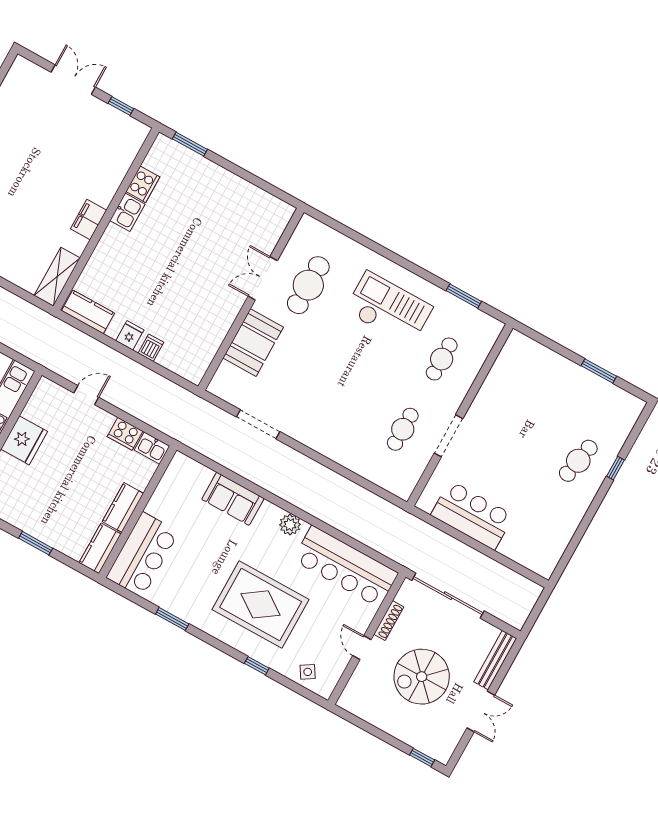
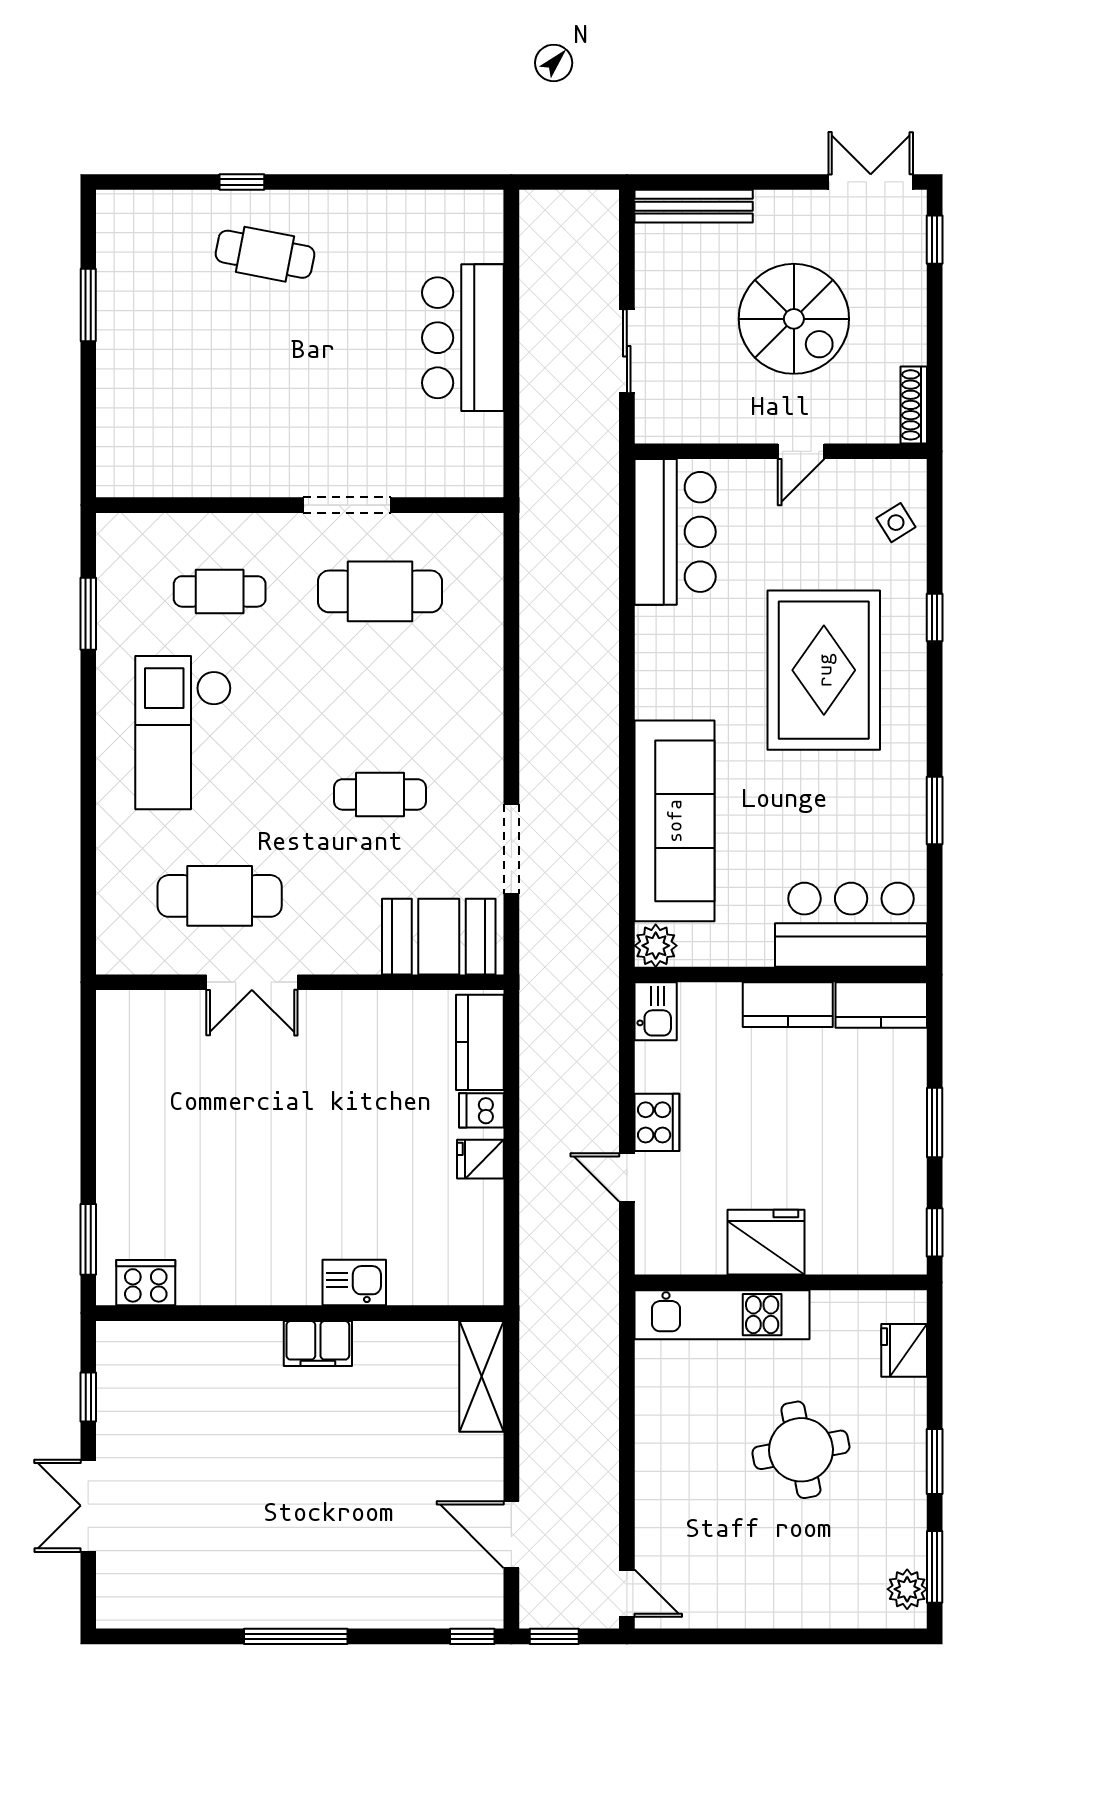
cooker: (143, 184) -> (146, 1283), moved
kitchen sink: (127, 212) -> (354, 1282), moved
shelving: (57, 277) -> (482, 1376), moved, turned 90
kitchen counter: (88, 312) -> (480, 1042), moved
booth: (253, 343) -> (439, 937), moved
cafe table: (314, 380) -> (380, 794), added
cafe table: (403, 429) -> (380, 591), width x1.37, depth x1.35
cooker: (125, 434) -> (657, 1122), moved
sofa: (233, 499) -> (674, 821), width x1.85, depth x1.27
bar counter: (472, 515) -> (463, 338), moved
plant: (290, 525) -> (656, 946), moved
bar counter: (346, 566) -> (675, 532), width x0.73
sliding door: (448, 596) -> (627, 351), width x0.54
shoe rack: (389, 621) -> (914, 405), moved, turned -90
double door: (481, 711) -> (871, 182), moved

